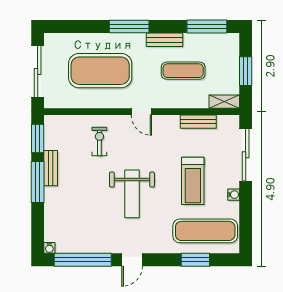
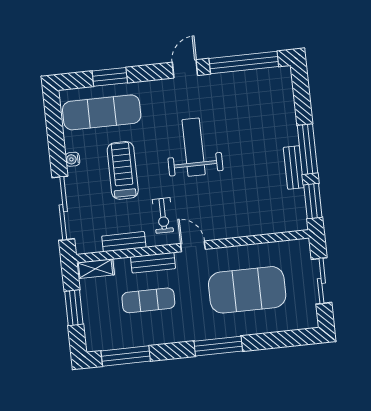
bench: (164, 40) -> (153, 263), moved
sliding door: (38, 71) -> (321, 281), width x0.73
exercise bike: (99, 142) -> (163, 216), moved
water cooler: (49, 248) -> (285, 72), removed

